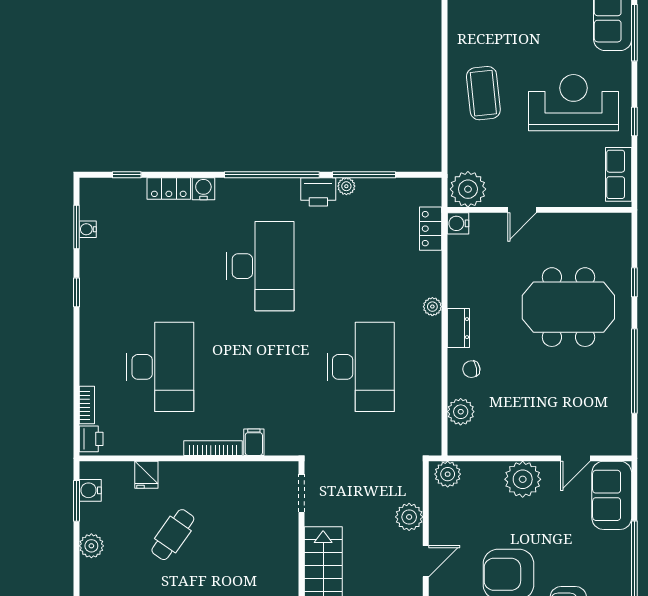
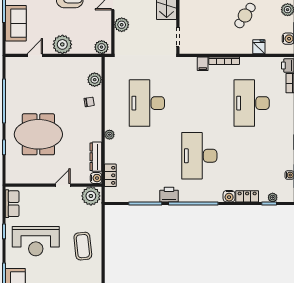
plant: (346, 186) -> (273, 197), moved
dresser: (458, 328) -> (96, 157), moved, width x1.44
sofa: (612, 495) -> (16, 23), moved

